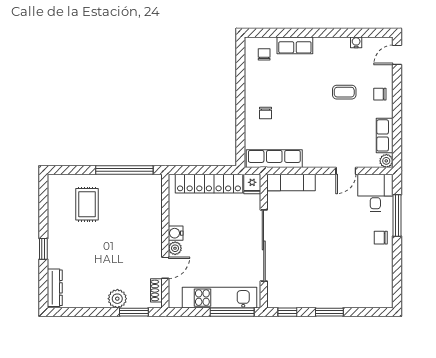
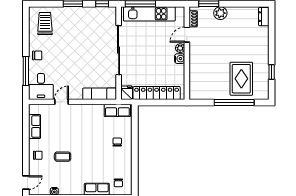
row of seats: (274, 159) -> (117, 110), width x0.68
plant: (386, 161) -> (33, 109), removed
window: (124, 170) -> (234, 103), moved
rug: (87, 204) -> (241, 79), width x1.36, depth x1.43
window: (43, 249) -> (272, 72), moved
trolley: (370, 284) -> (45, 23), added
dresser: (55, 288) -> (264, 17), width x0.70

